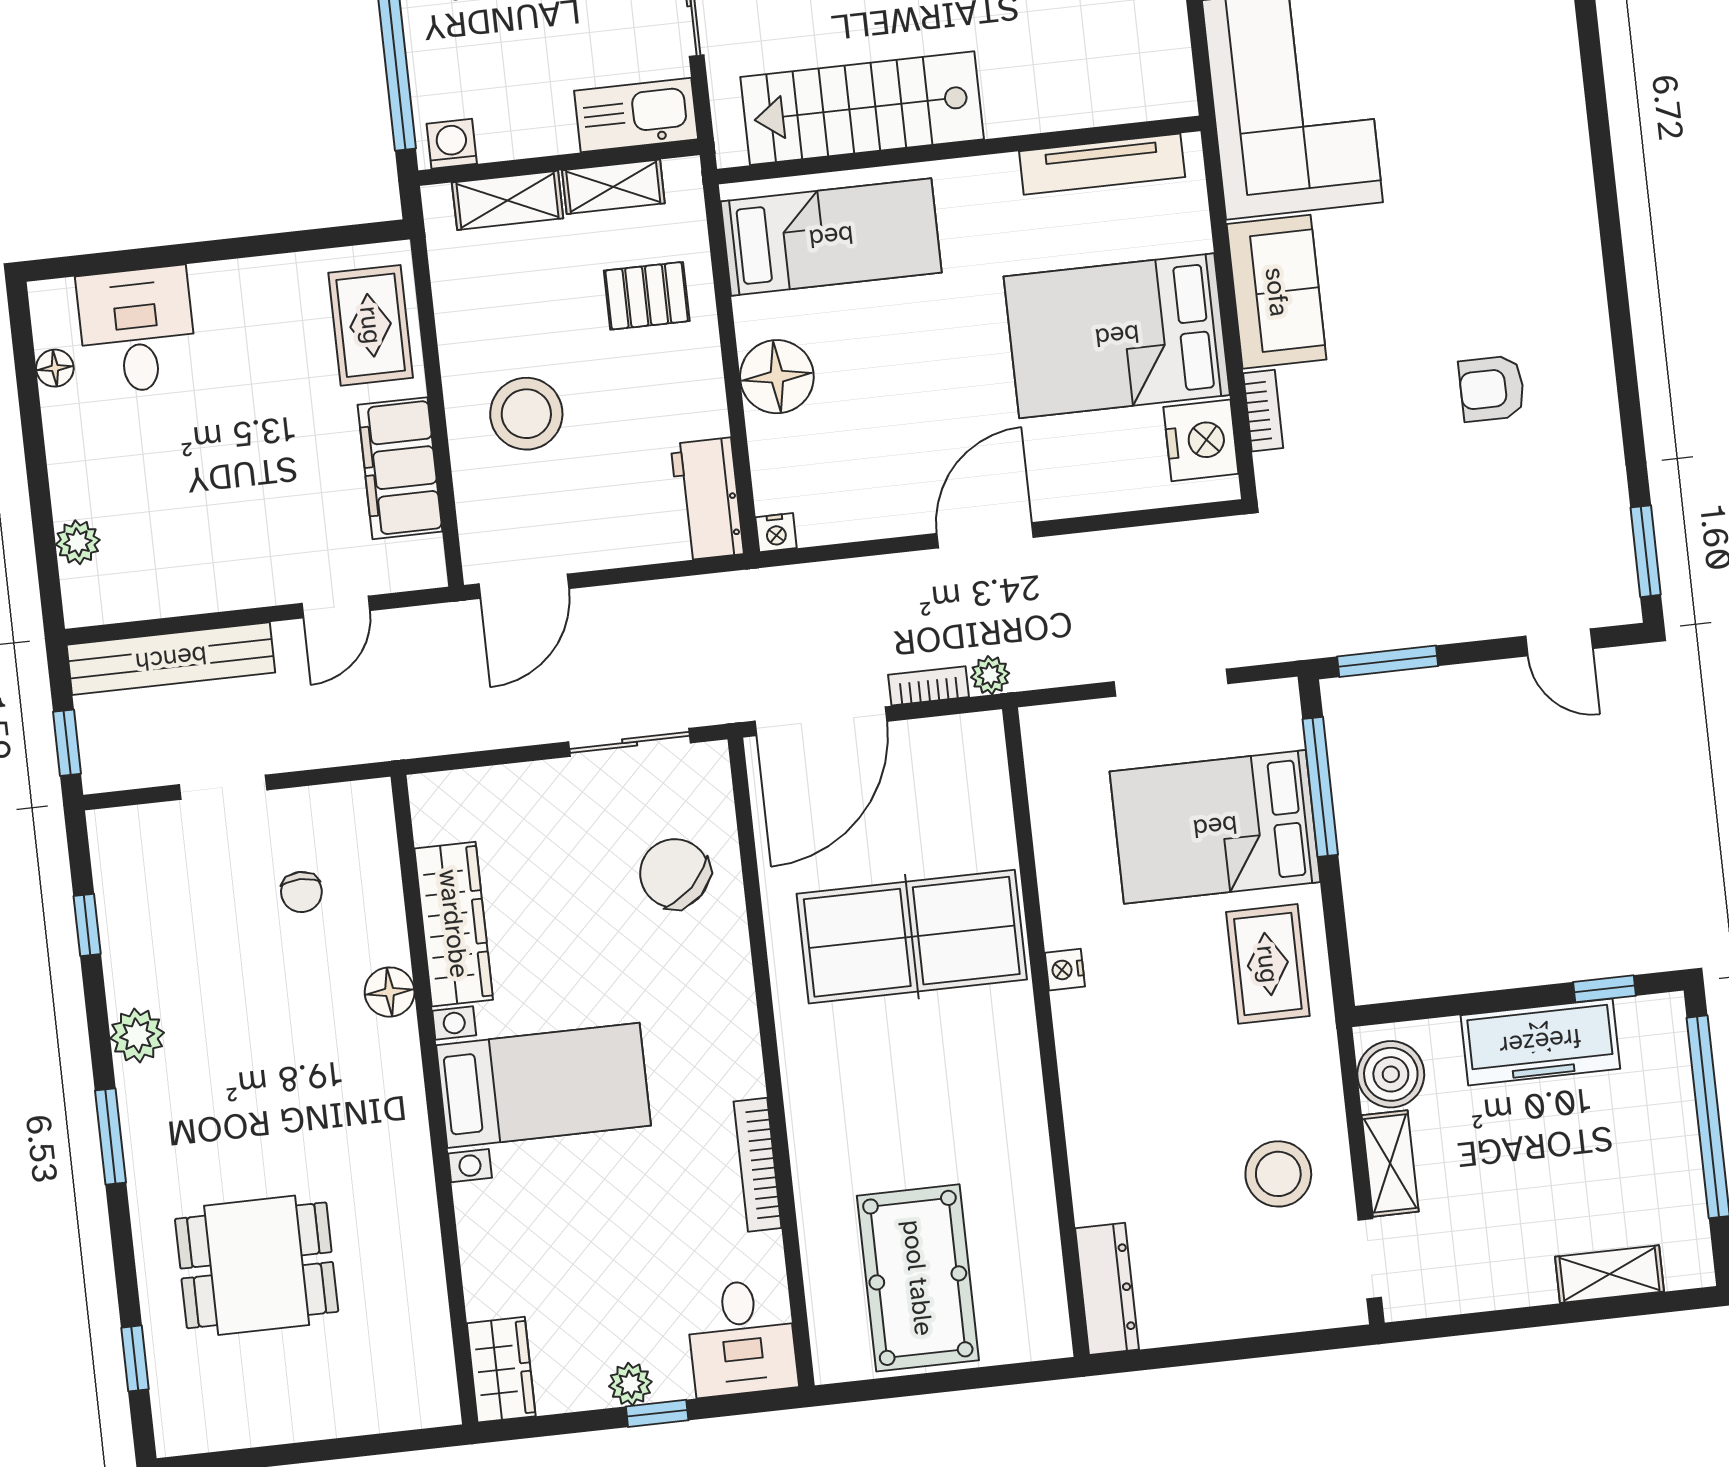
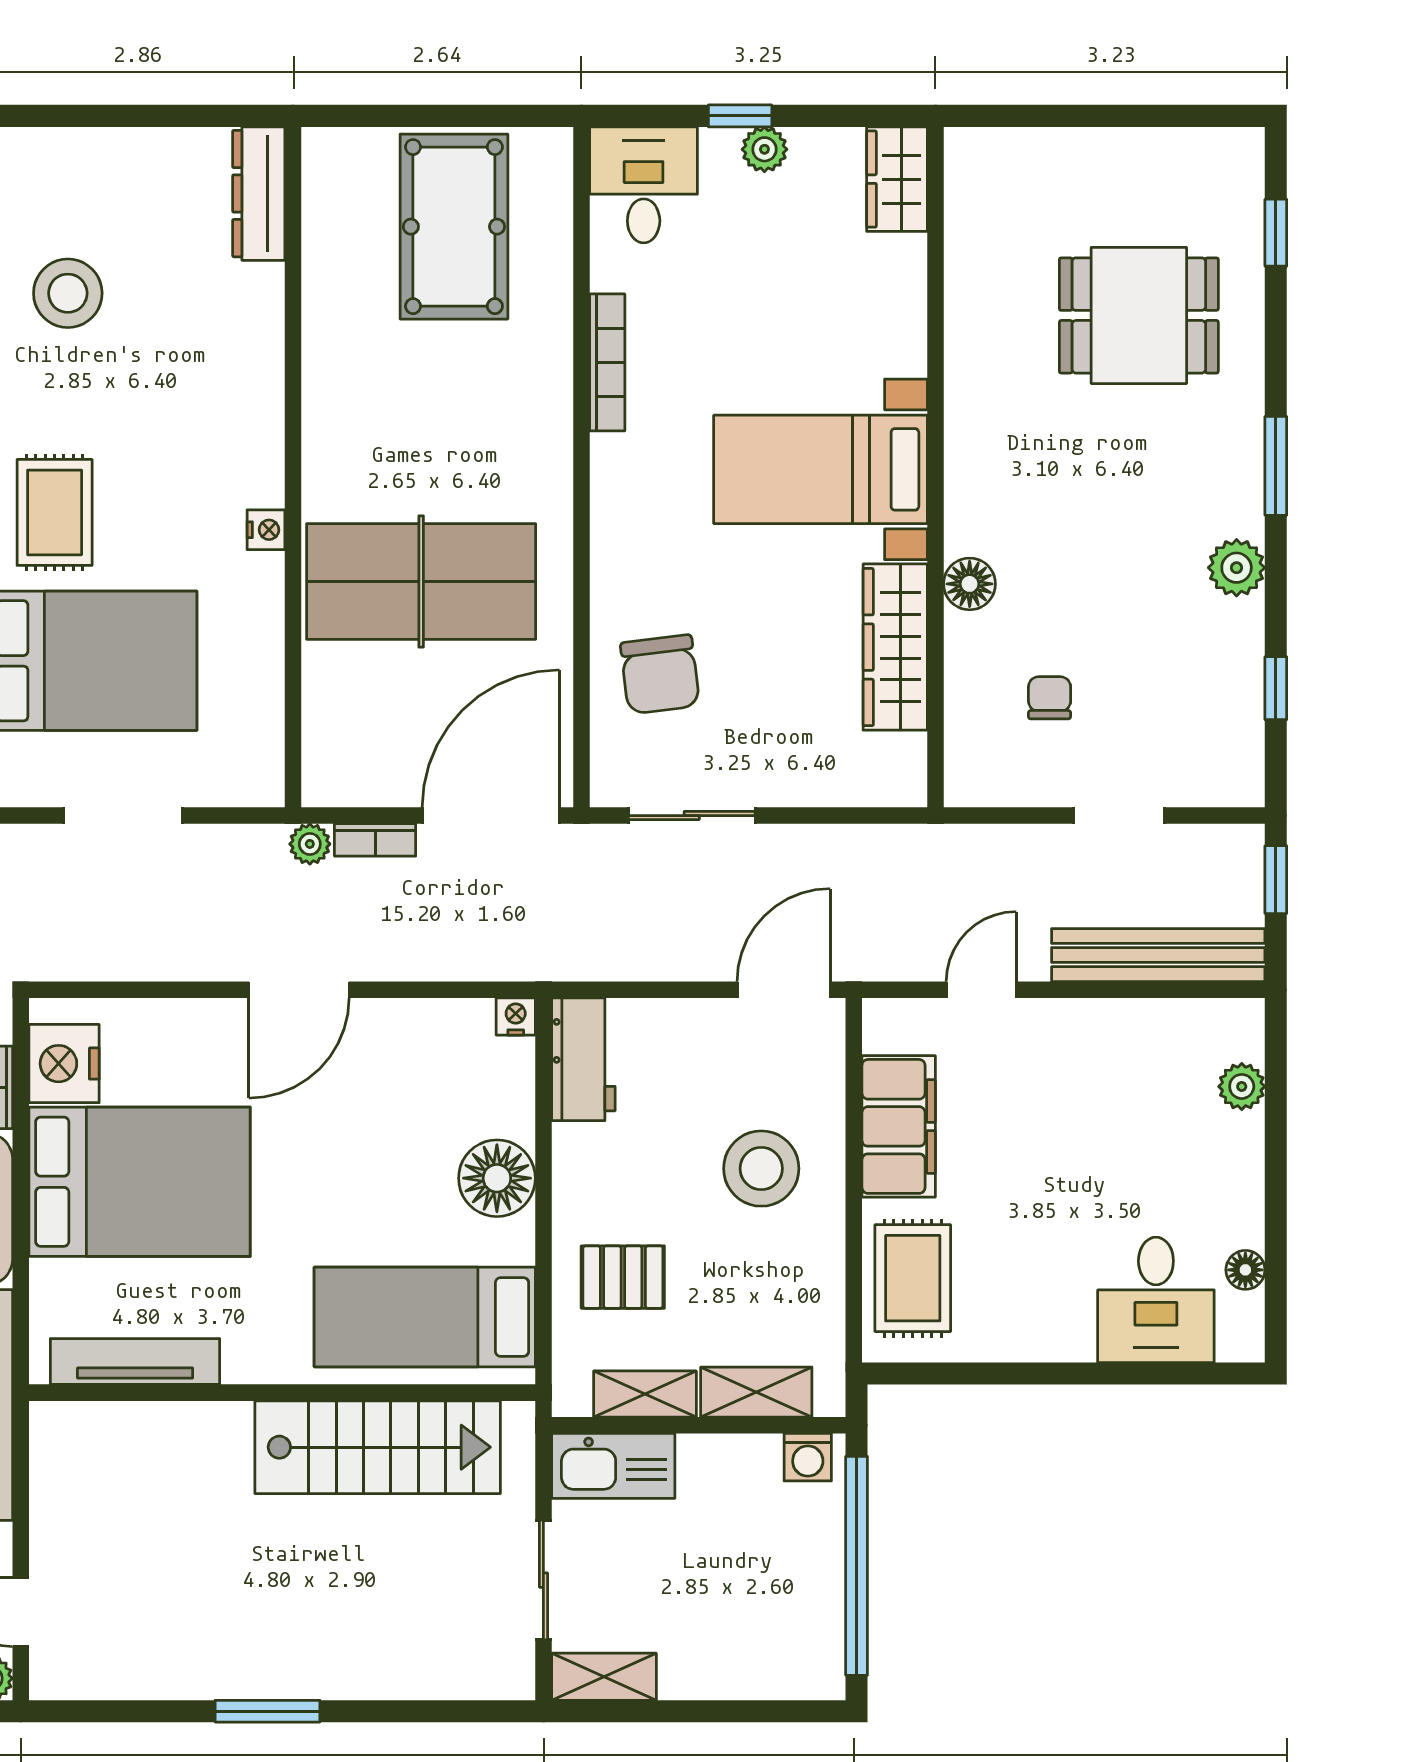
chair: (675, 873) -> (660, 674), turned 37

